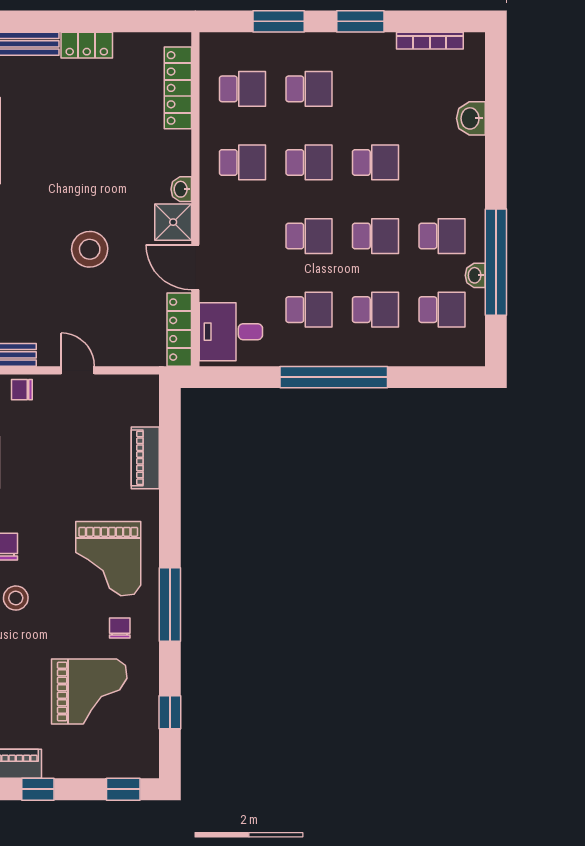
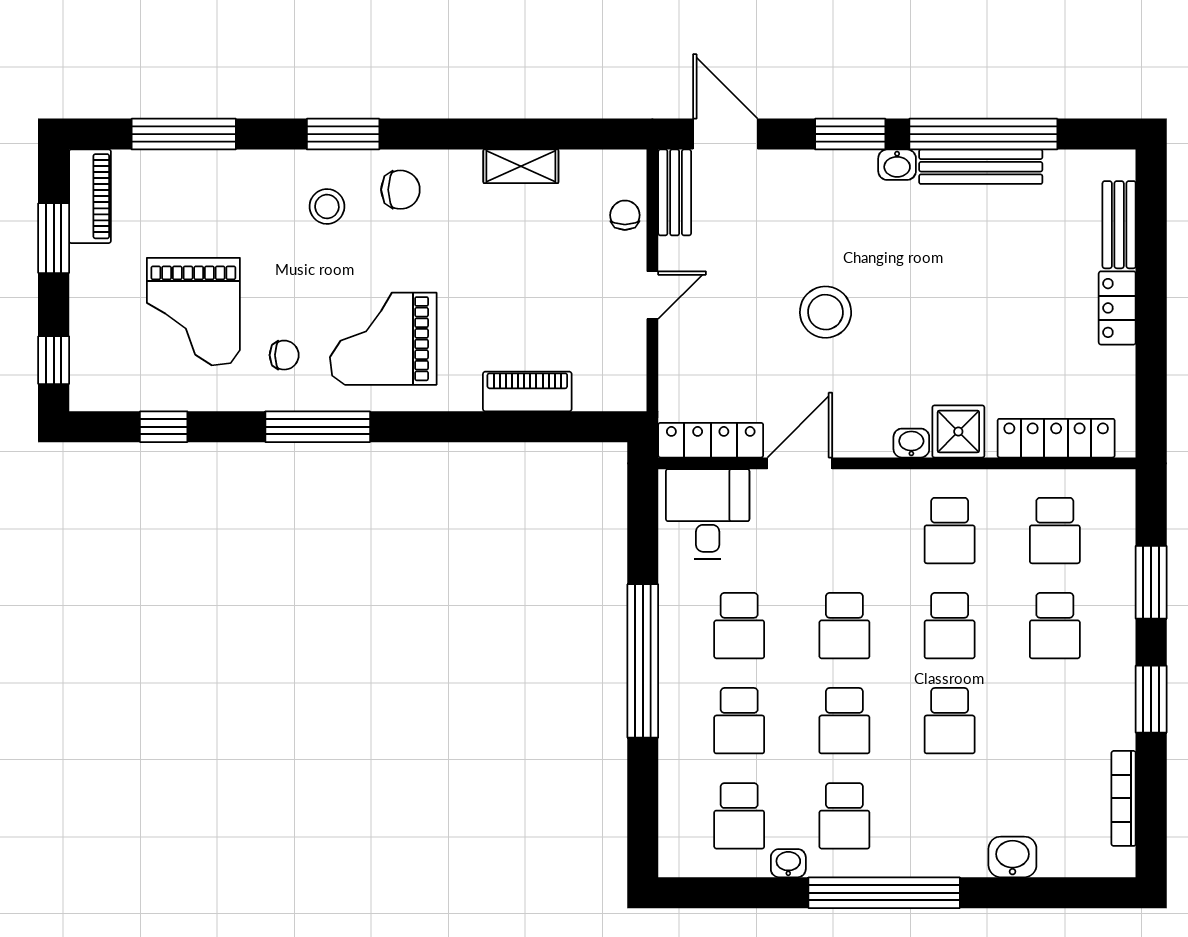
shower: (173, 222) -> (958, 431), moved
window: (496, 262) -> (884, 893), moved
window: (38, 789) -> (54, 238), width x1.50

